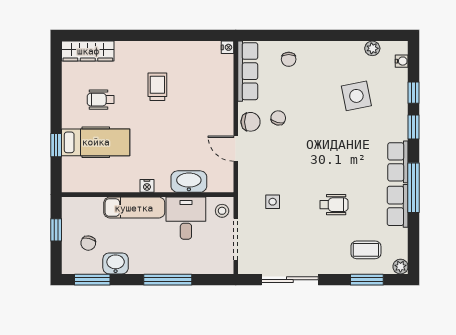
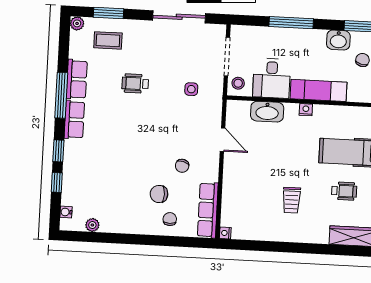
side table: (356, 96) -> (109, 182), removed
chair: (251, 122) -> (159, 194), moved

